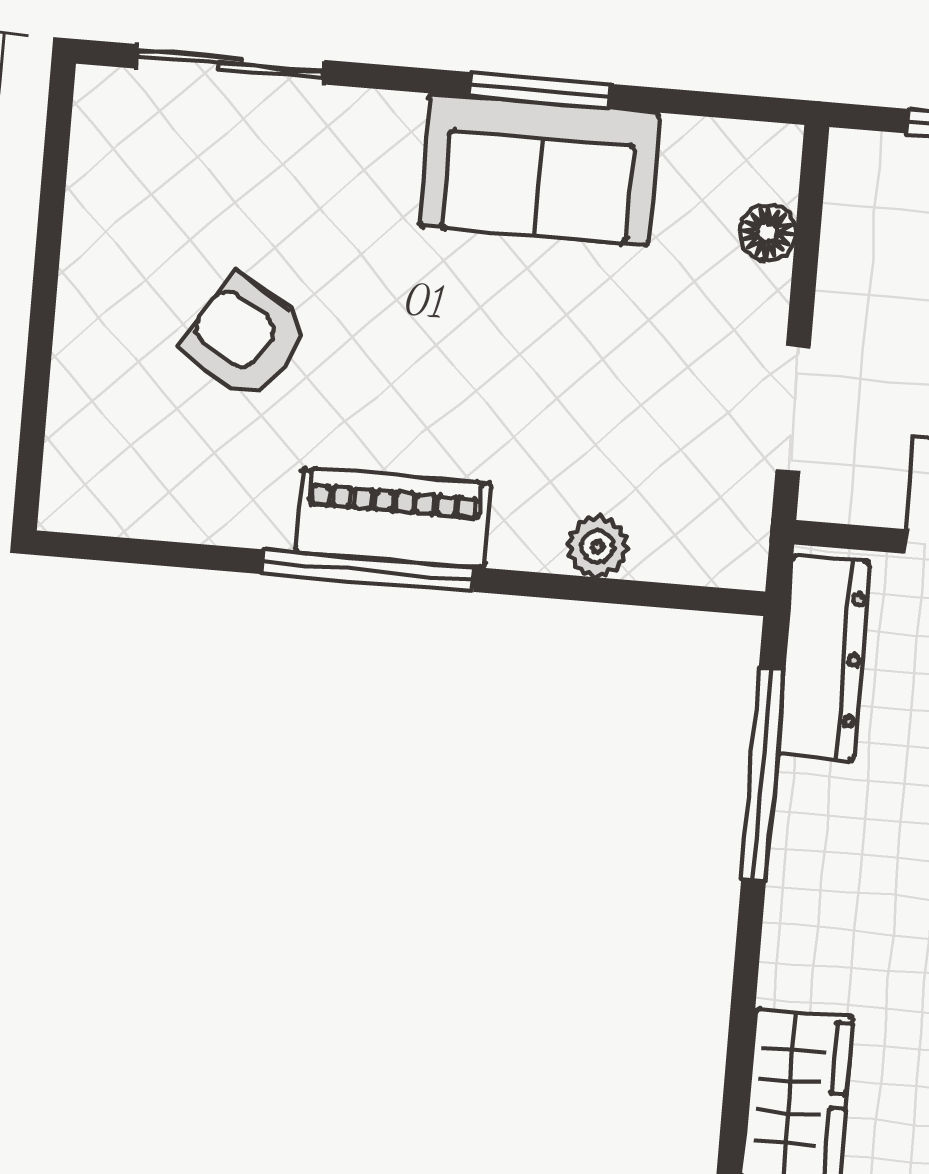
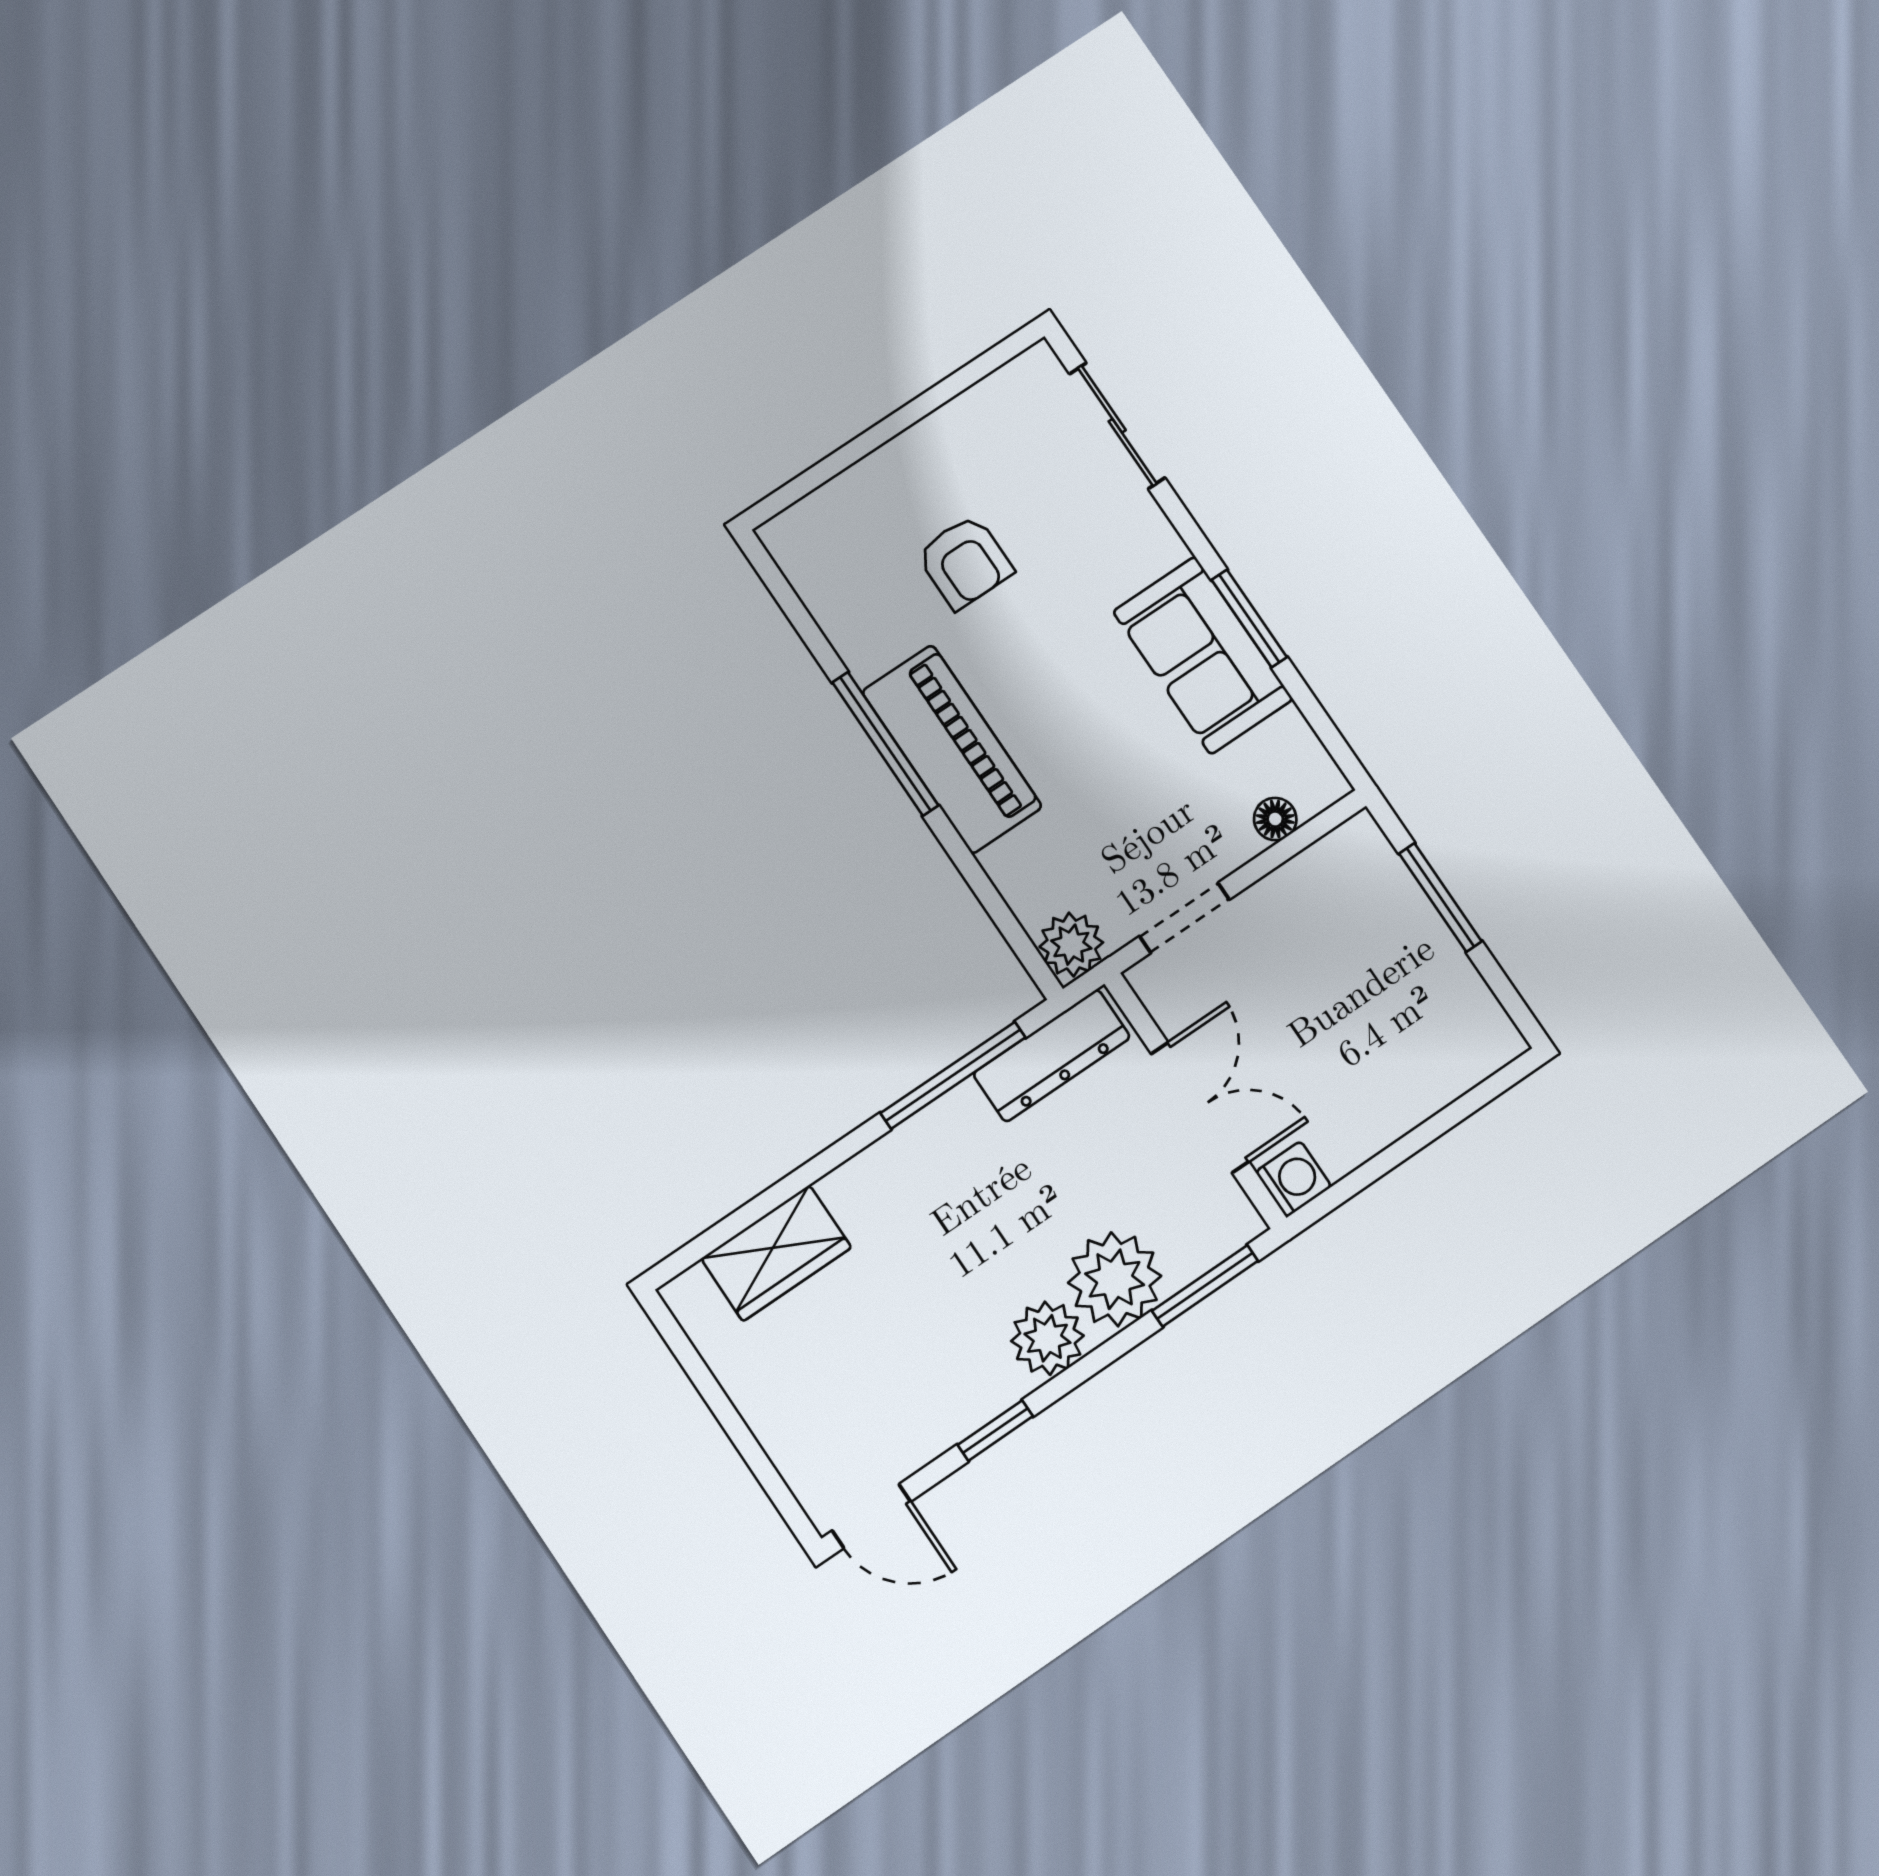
armchair: (246, 337) -> (965, 562), turned 148
piano: (393, 518) -> (952, 749), width x1.37, depth x1.33
plant: (598, 547) -> (1071, 945), moved, width x1.38, depth x1.38

